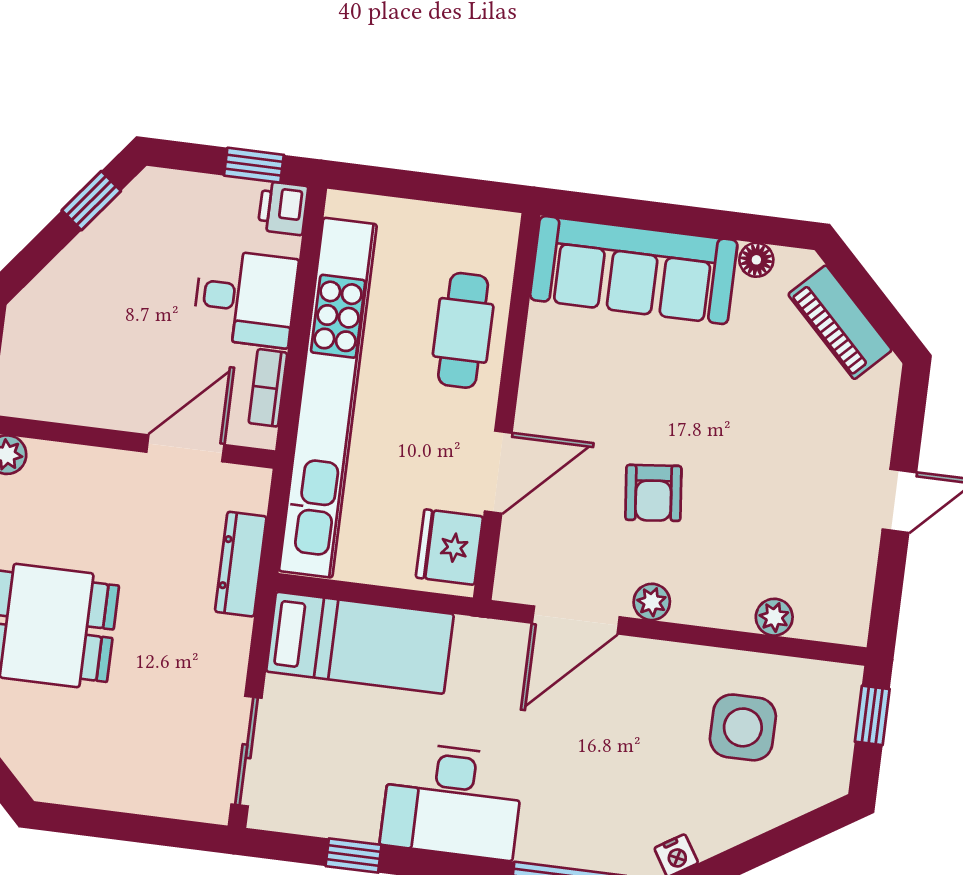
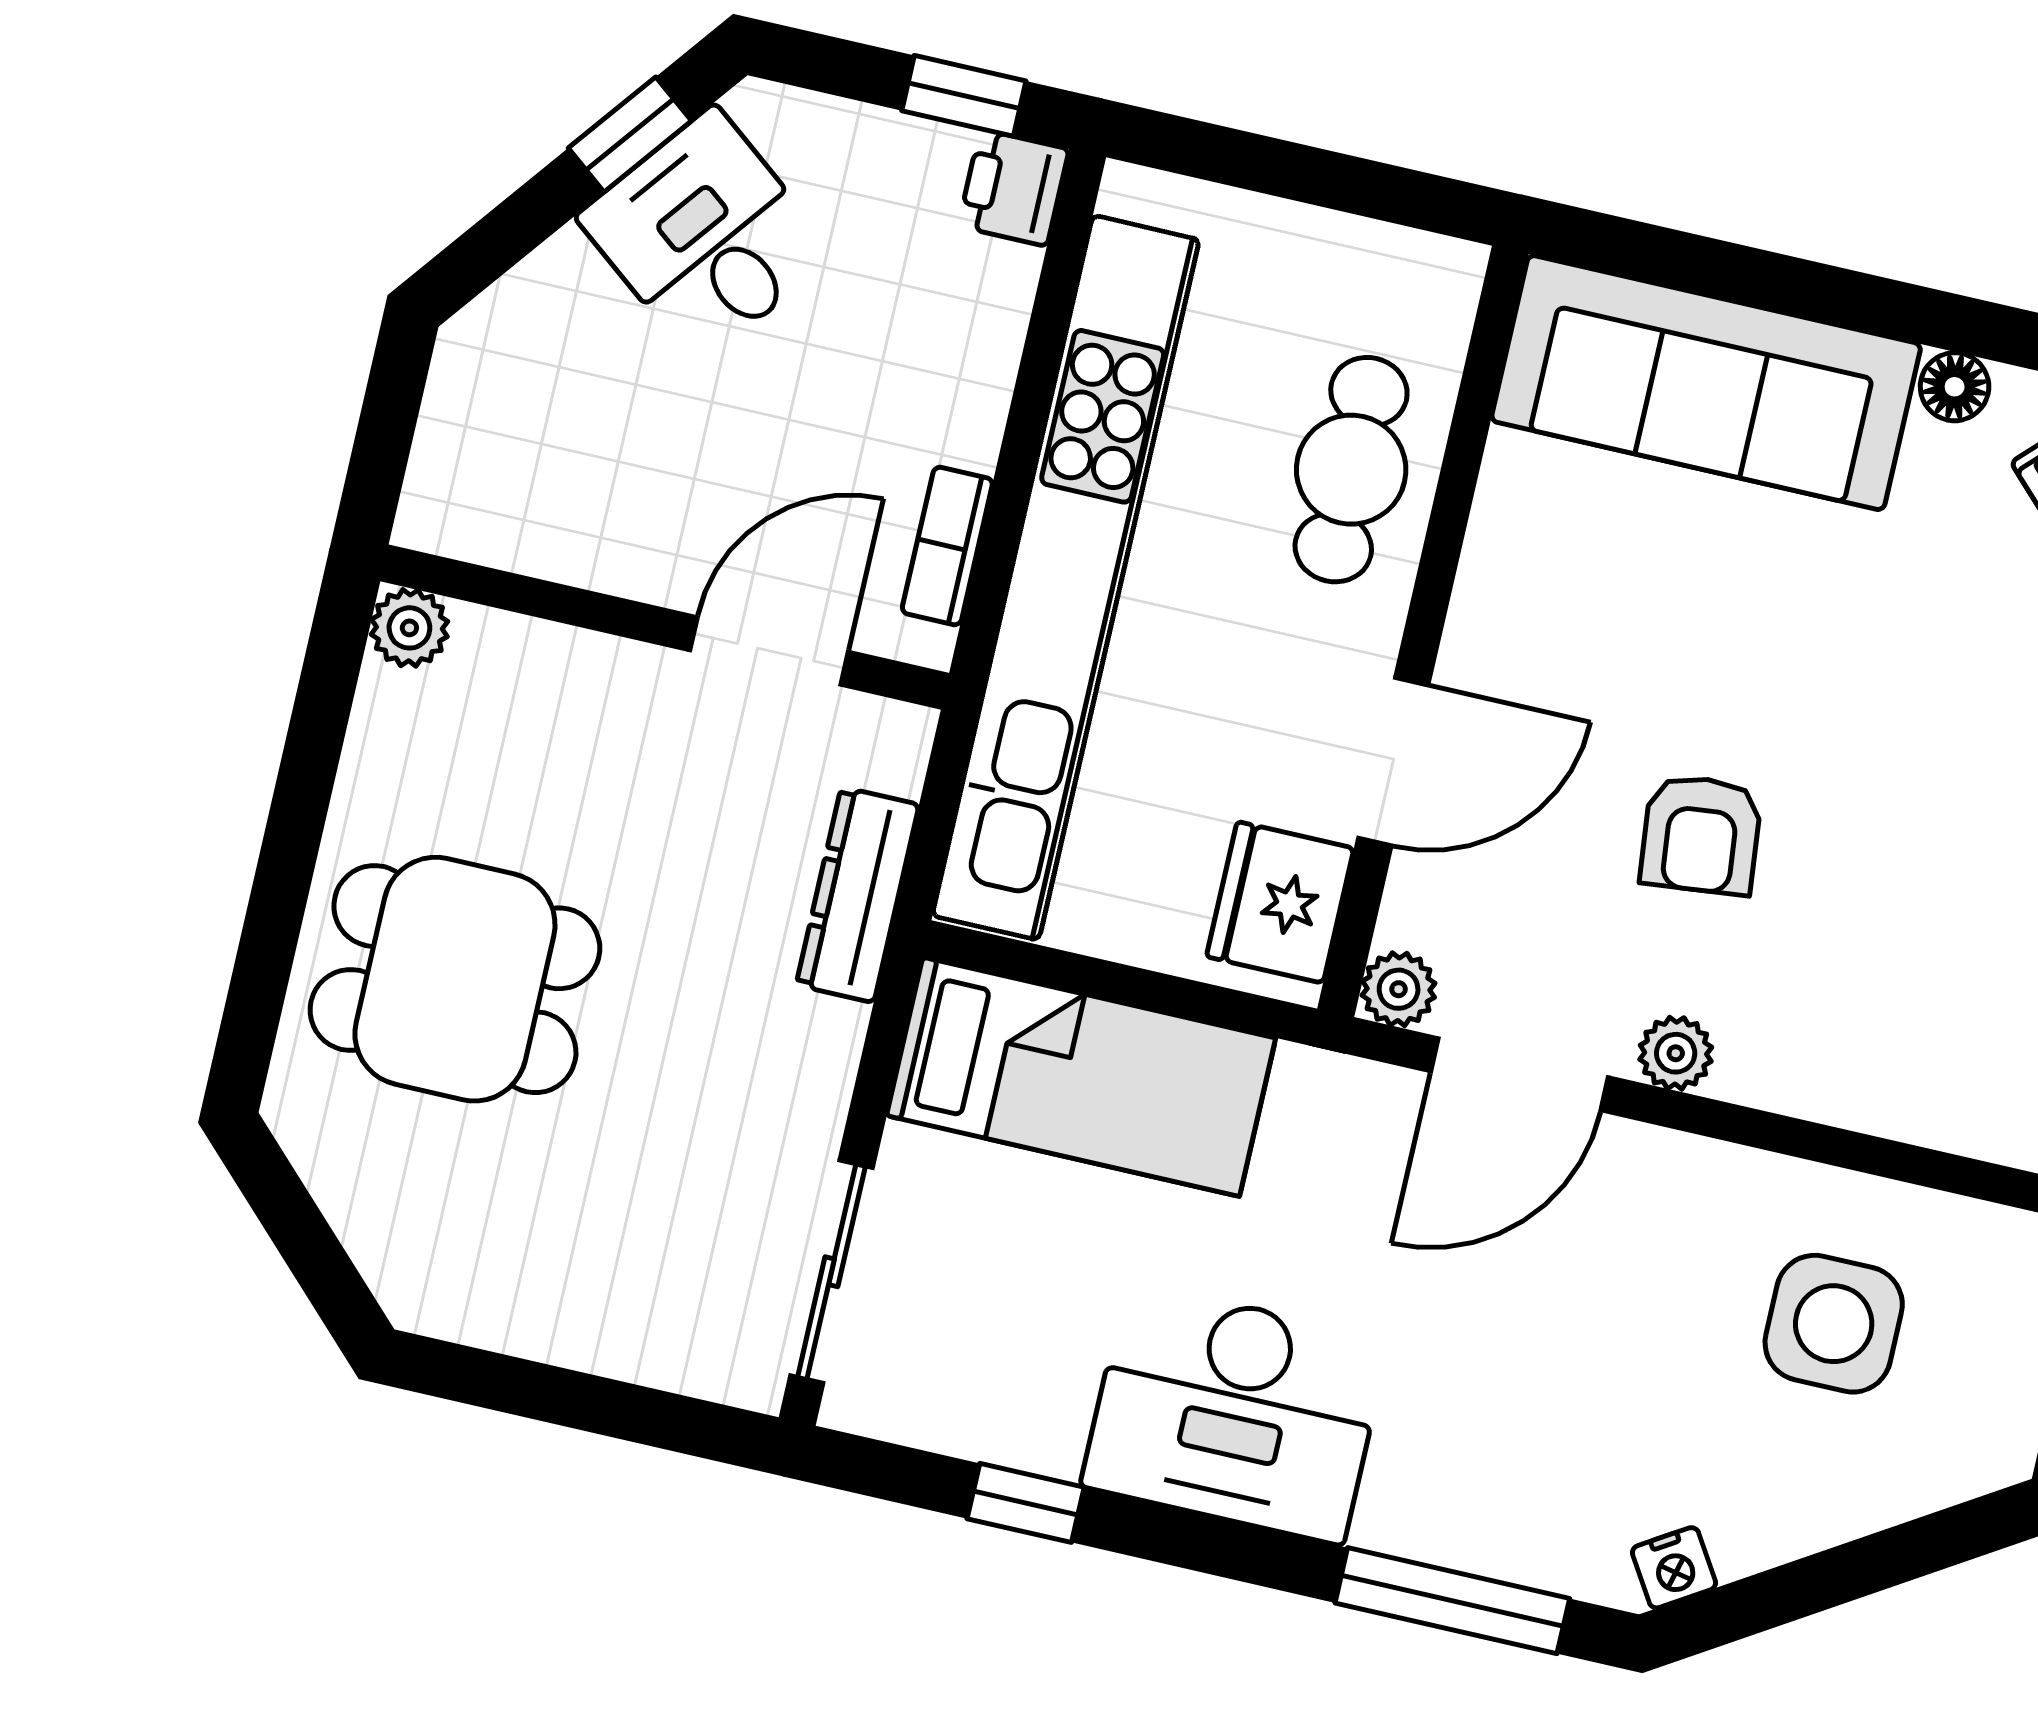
desk: (245, 298) -> (706, 236), moved, turned -142
plant: (774, 617) -> (1399, 989), moved

